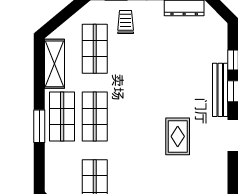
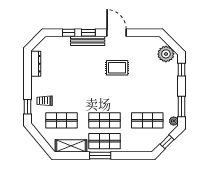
window: (39, 126) -> (100, 155), moved

